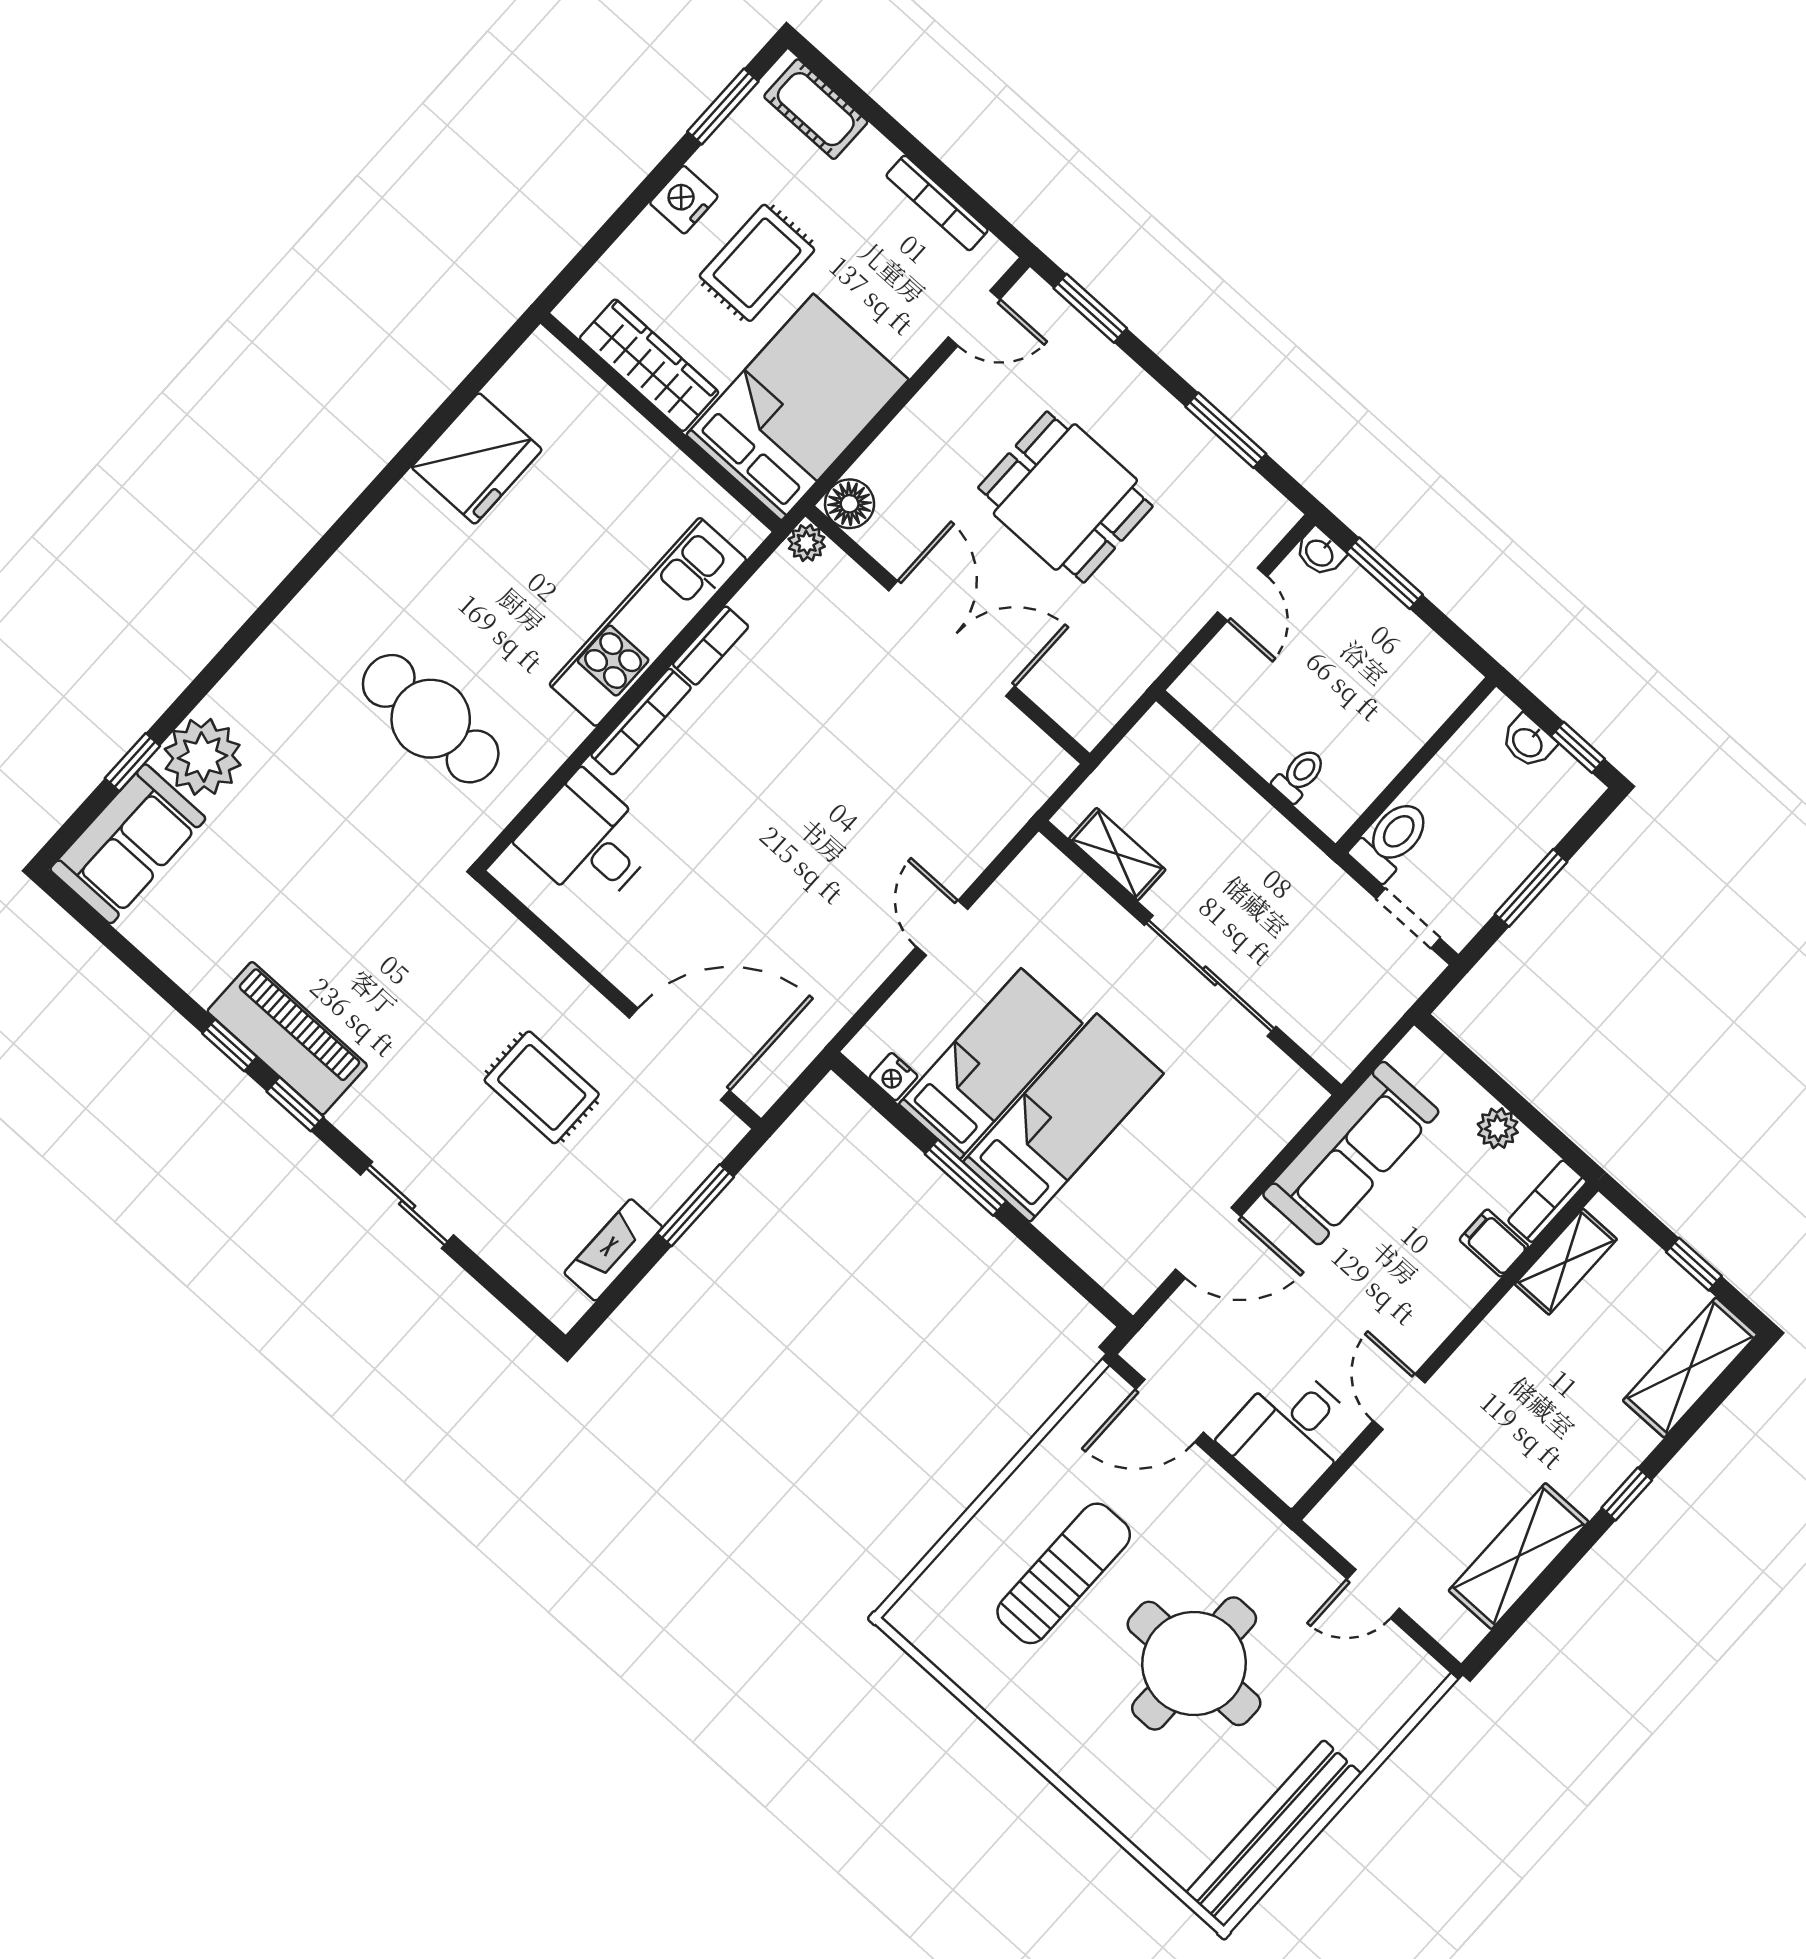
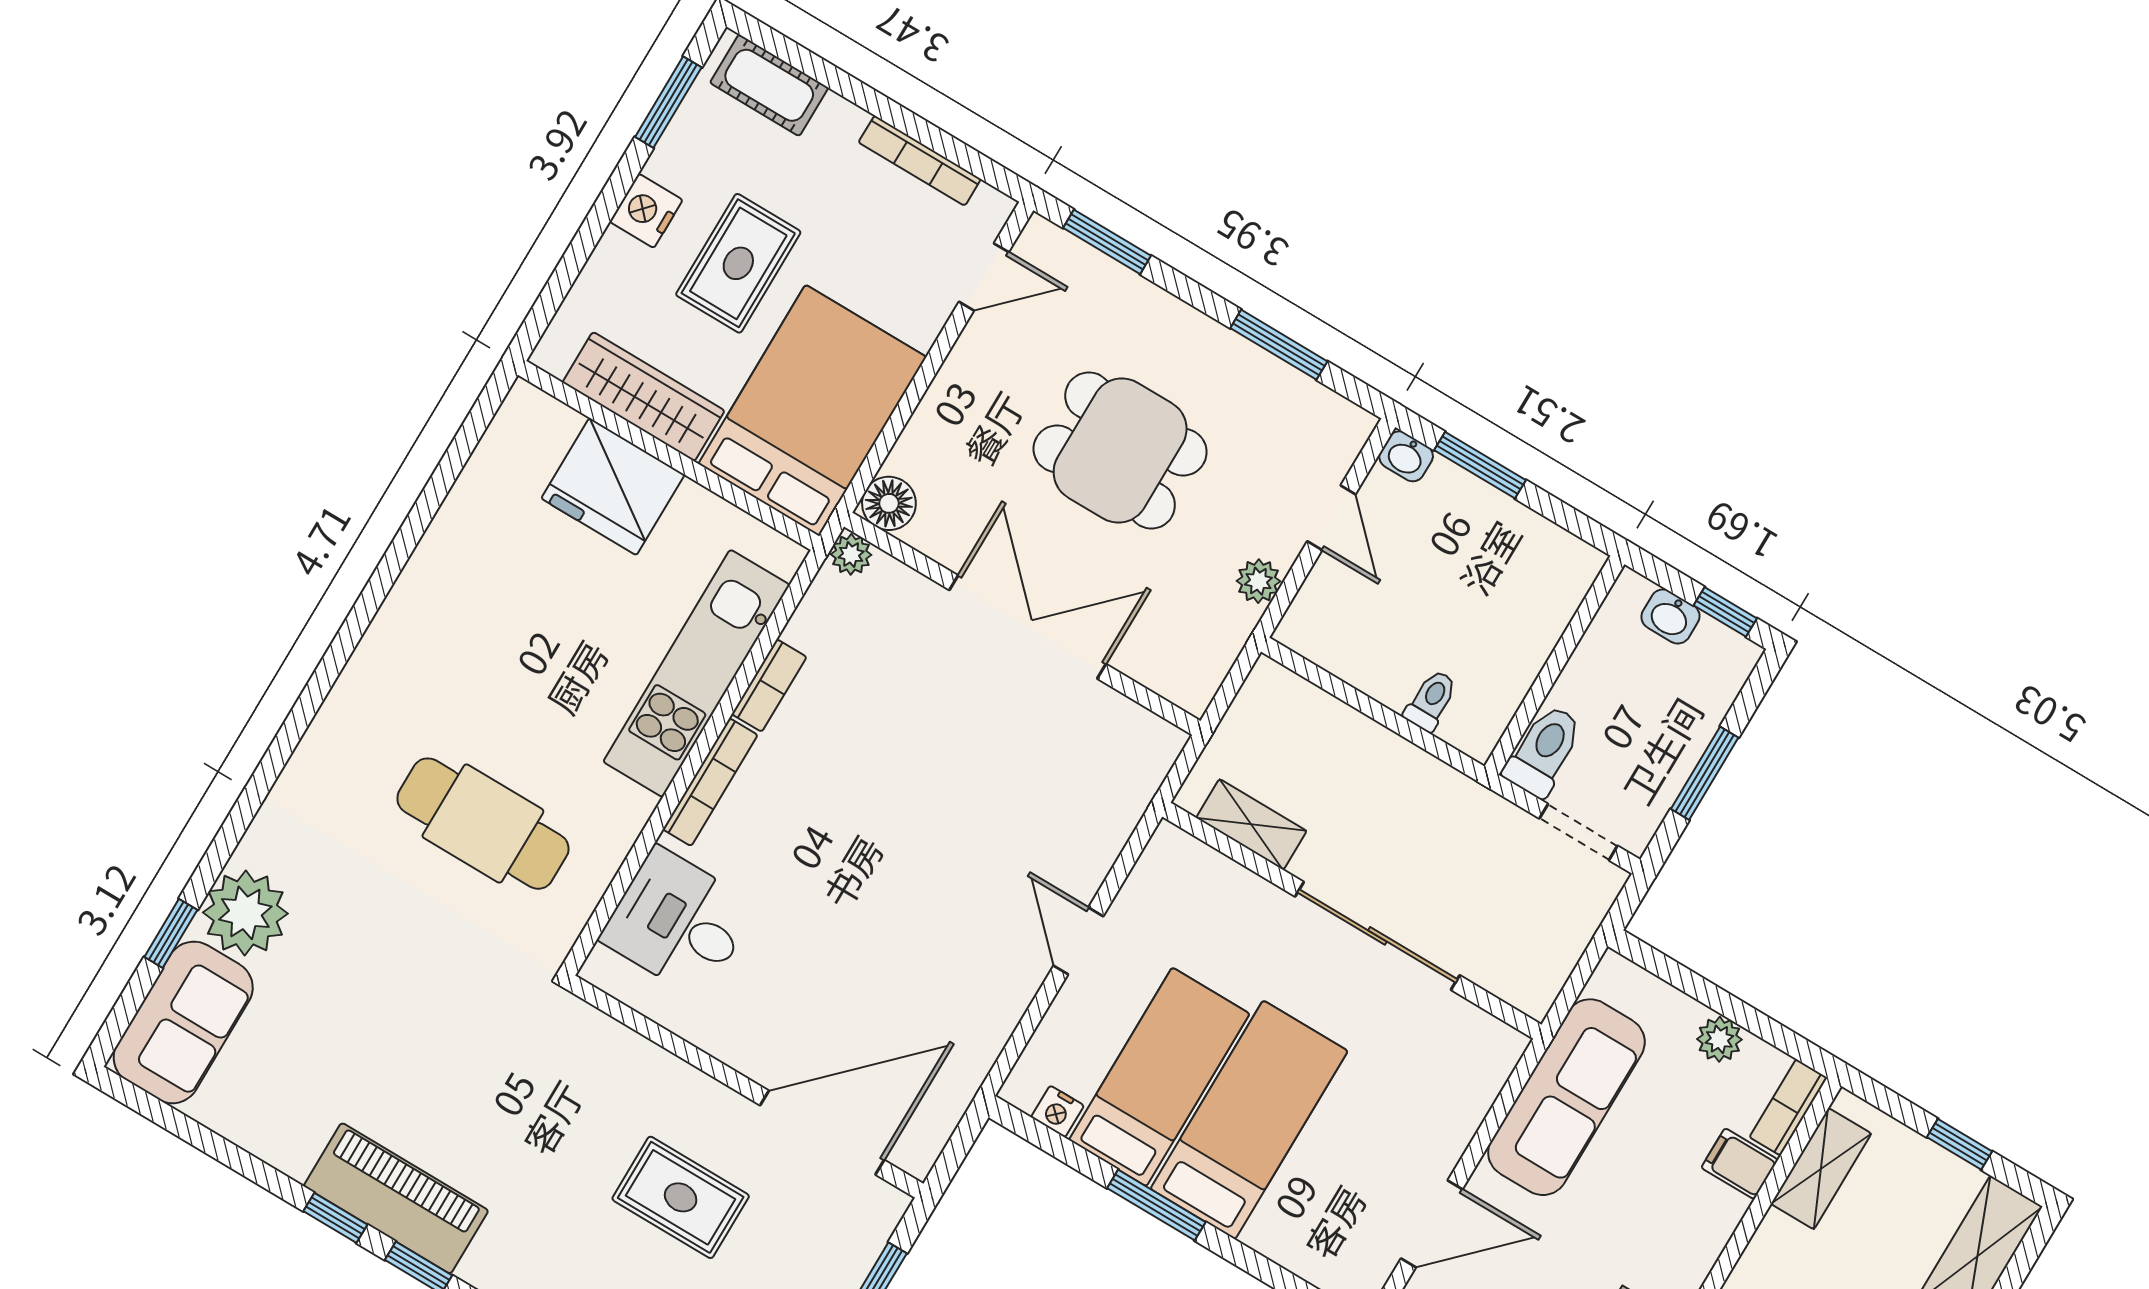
fridge: (477, 458) -> (613, 487), moved, turned 90
plant: (1166, 638) -> (1258, 581), added

